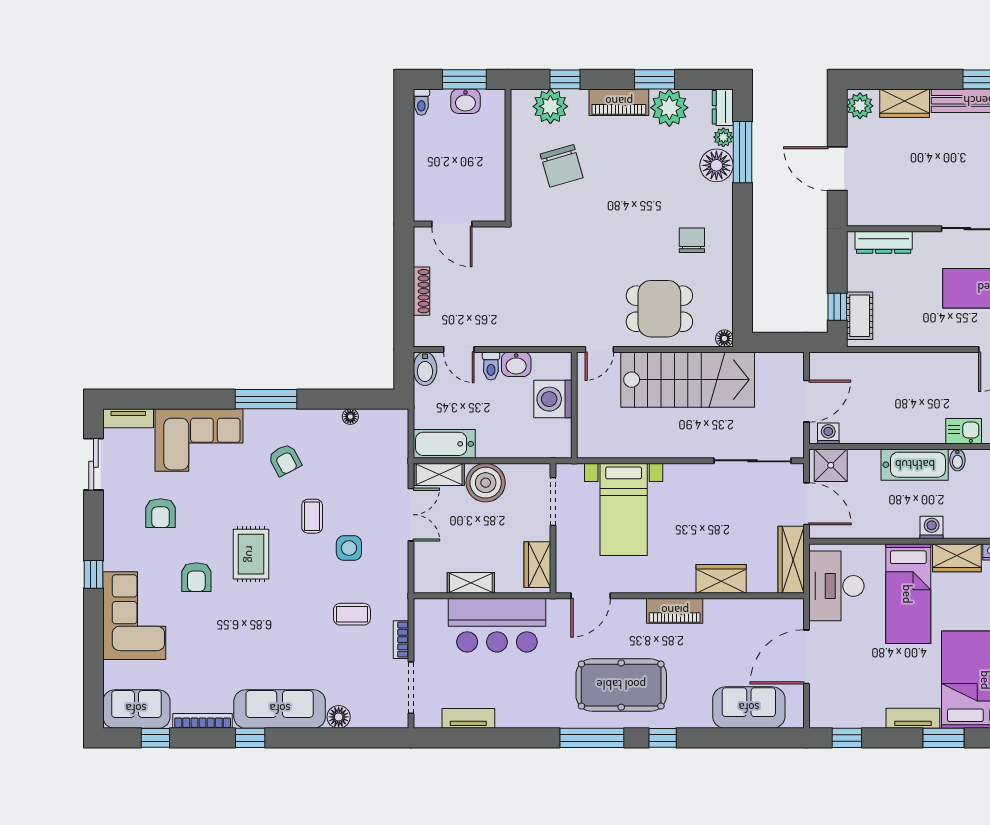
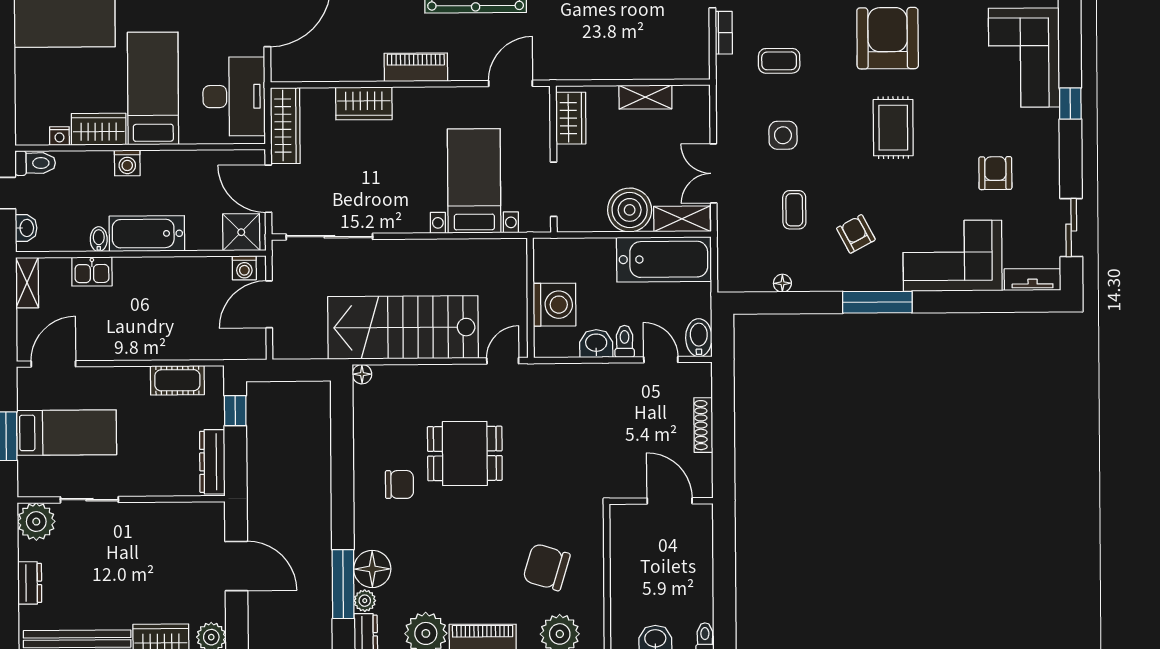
chair: (562, 166) -> (546, 567), turned -57
chair: (692, 240) -> (399, 484), turned -90
dresser: (884, 242) -> (212, 462), moved, turned -90
dining table: (659, 309) -> (465, 453), moved
cot: (860, 316) -> (177, 380), moved, turned 90
bathtub: (444, 444) -> (664, 259), width x1.36, depth x1.36
coffee table: (312, 516) -> (794, 210), moved
armchair: (196, 577) -> (888, 38), moved, width x1.88, depth x1.88
bar counter: (497, 625) -> (616, 50), removed

